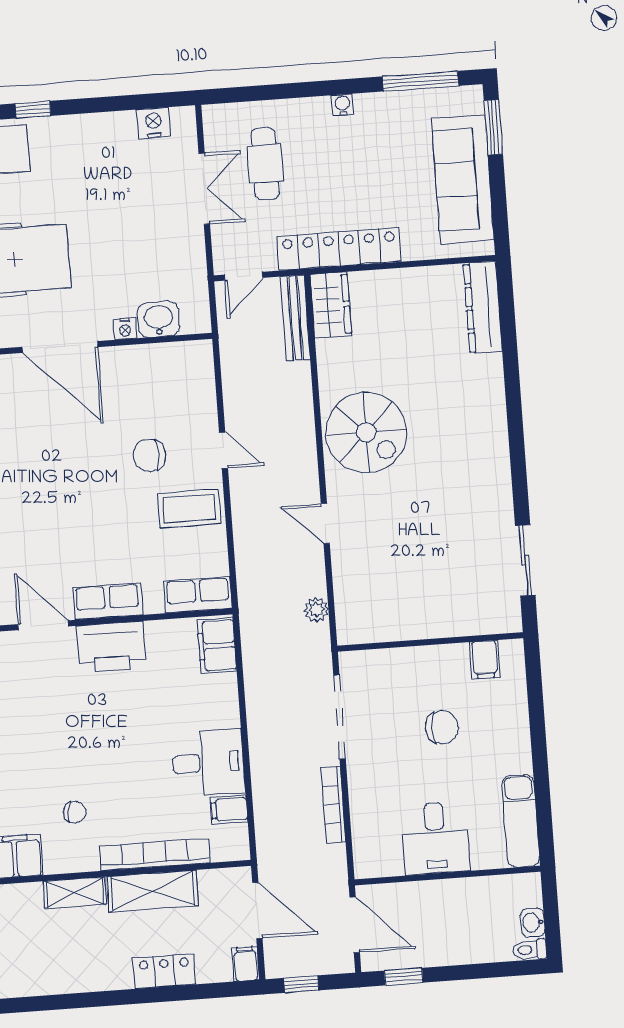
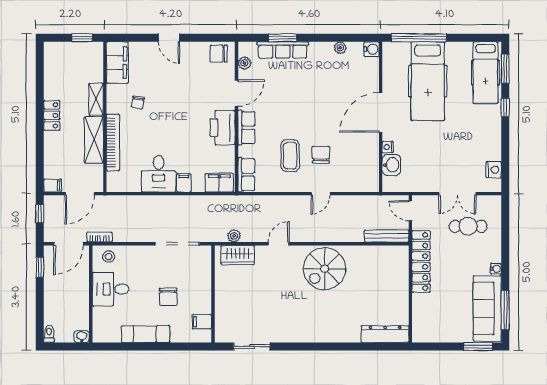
sofa: (463, 179) -> (487, 308), moved, turned -90
wardrobe: (331, 305) -> (238, 255), moved
coffee table: (189, 509) -> (290, 156), moved
bookcase: (333, 805) -> (99, 237), moved, width x0.64
filing cabinet: (229, 810) -> (184, 183), moved
exam couch: (521, 821) -> (146, 334), moved
stool: (373, 847) -> (109, 257), added
washbasin: (533, 923) -> (82, 336), moved
locker: (164, 971) -> (52, 115), moved

